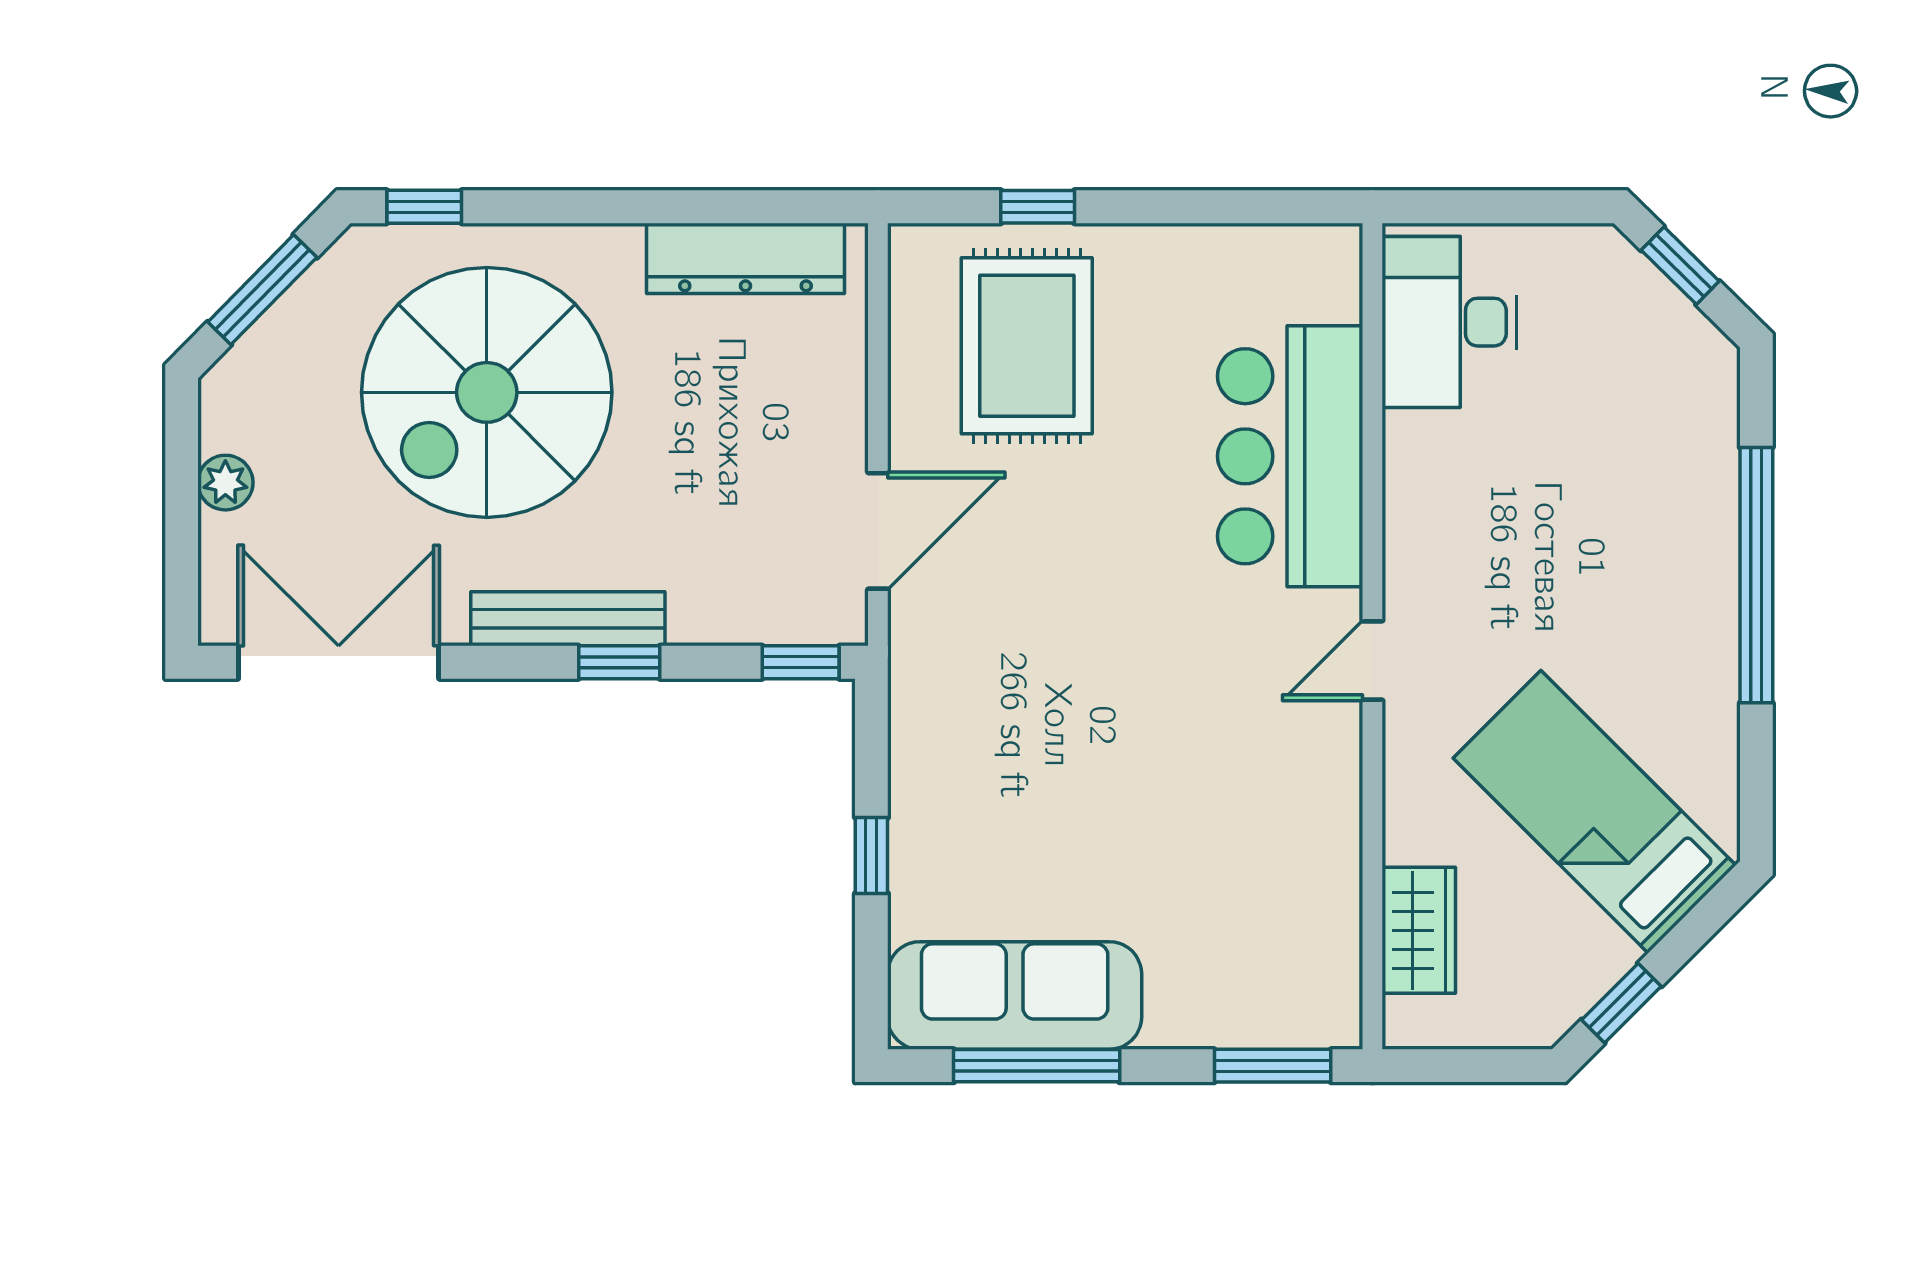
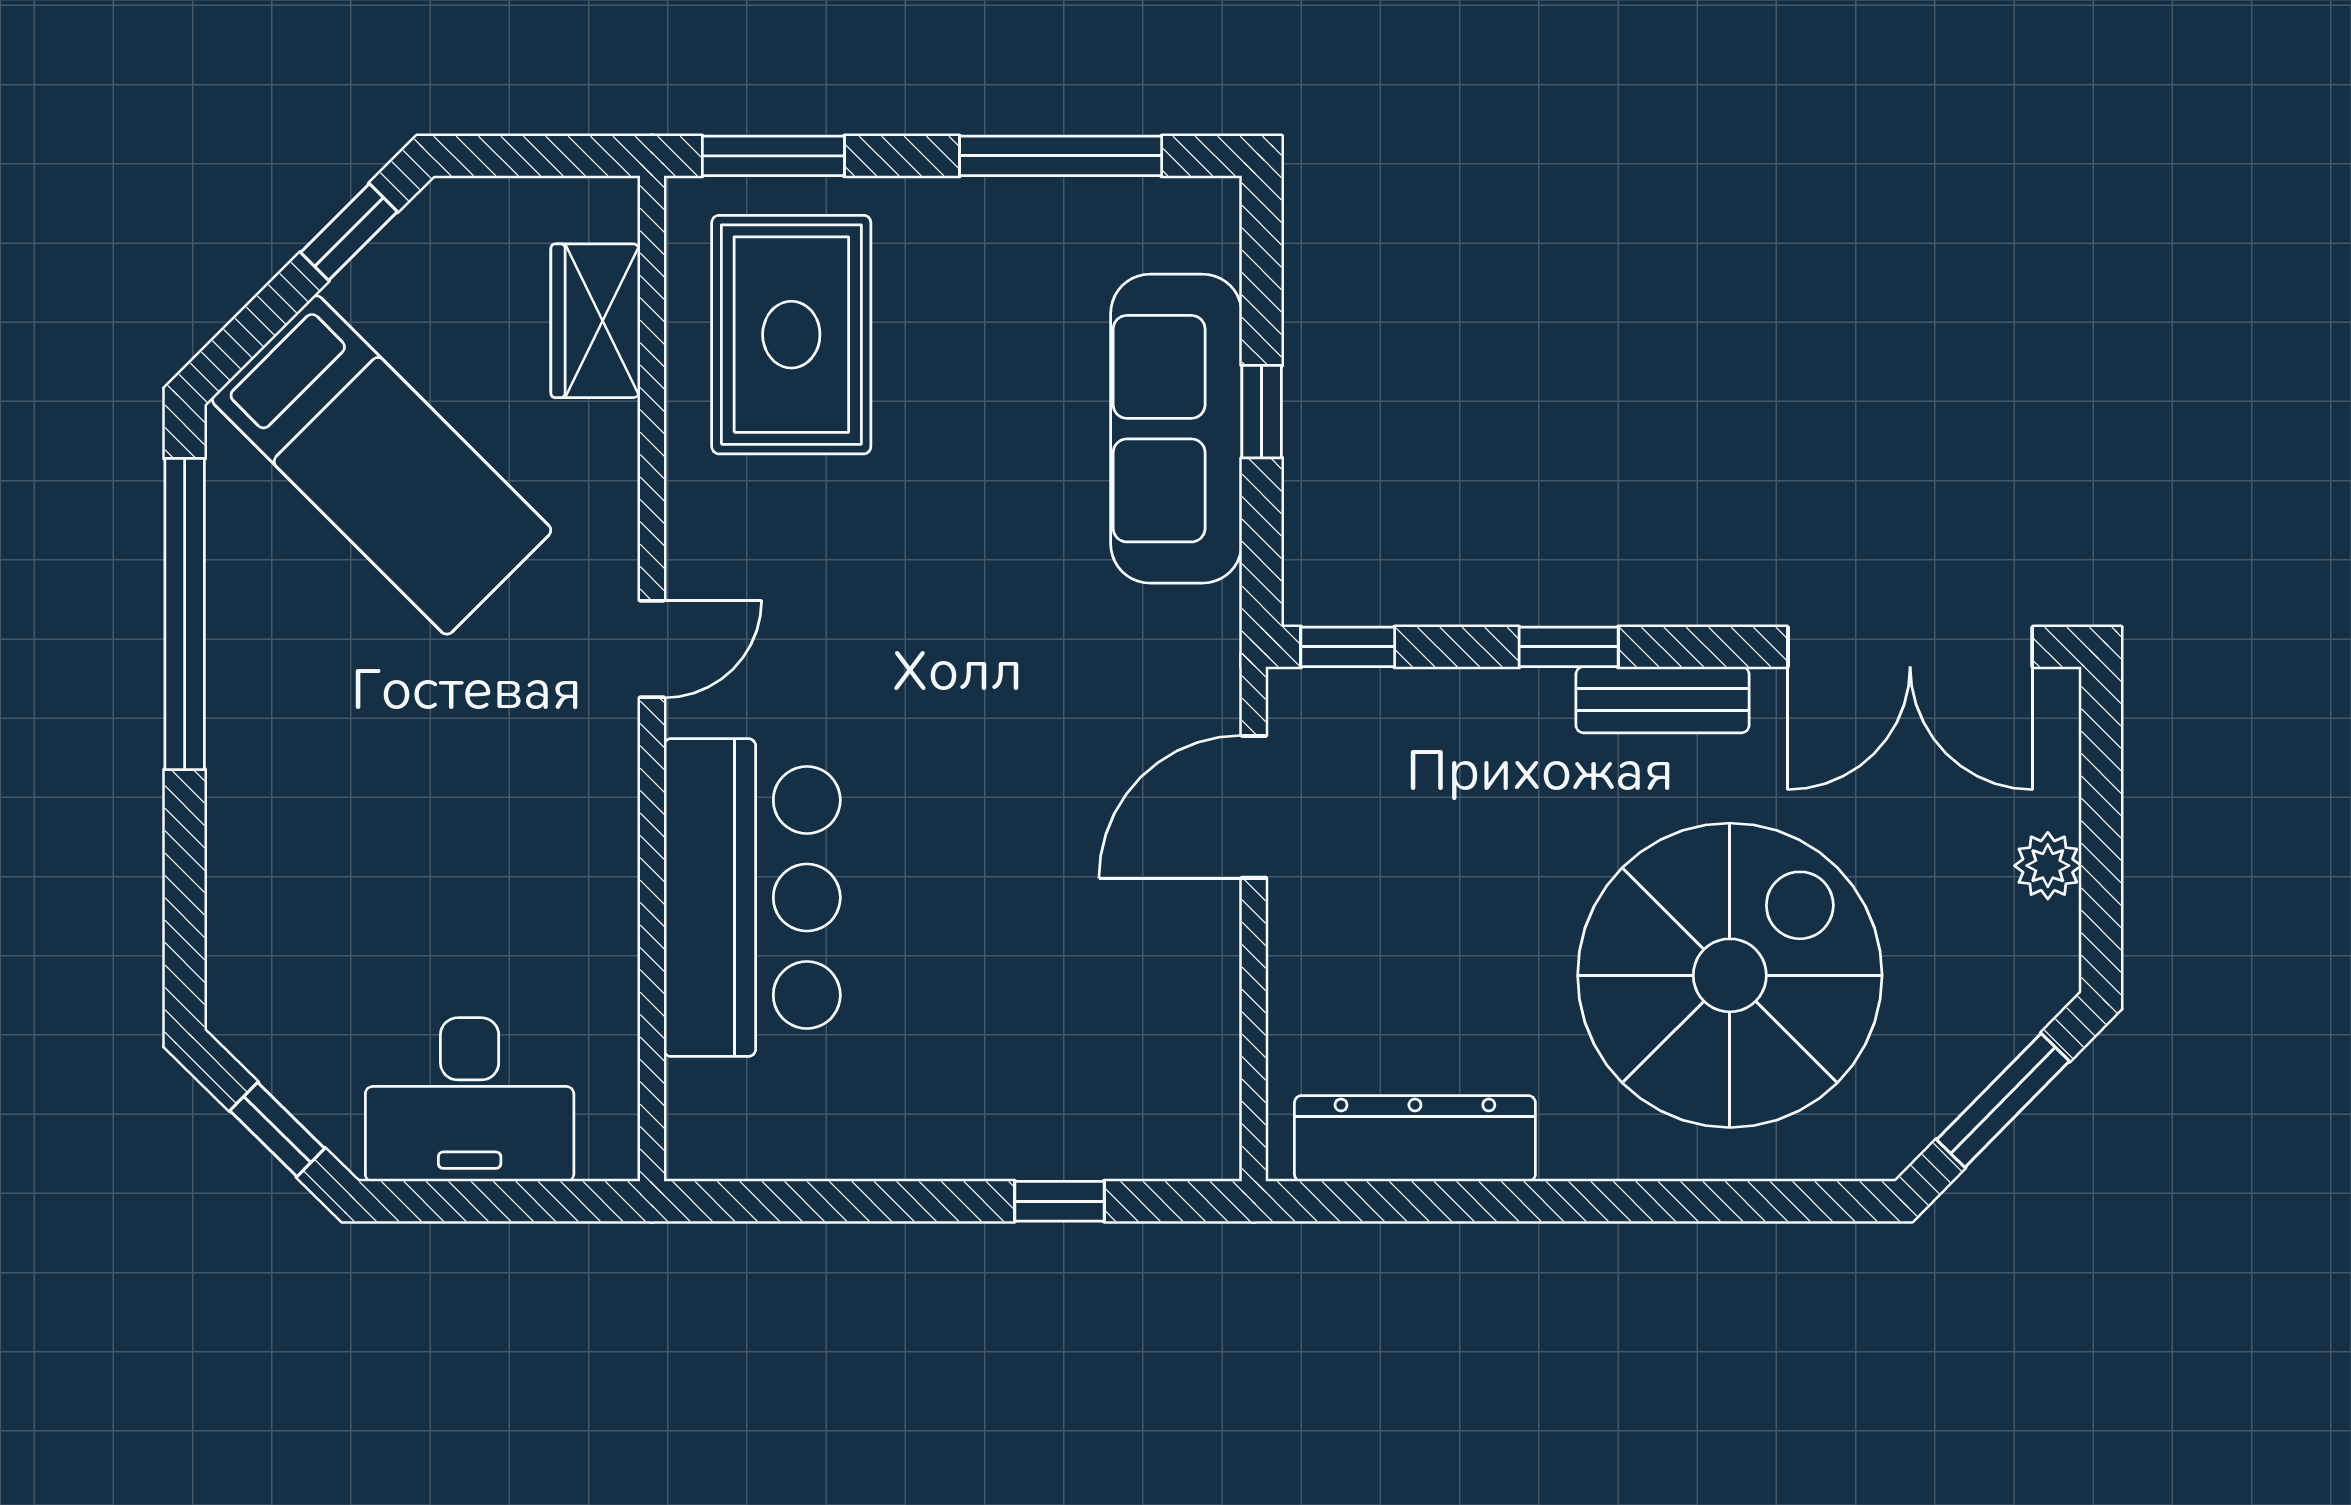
window: (424, 207) -> (1806, 1201), removed
desk: (1449, 322) -> (470, 1100), moved, turned 90
rug: (1027, 346) -> (791, 335), moved
window: (1756, 575) -> (185, 614), moved
bench: (568, 619) -> (1662, 700), width x0.73
sofa: (1015, 995) -> (1176, 429), moved, turned 90

